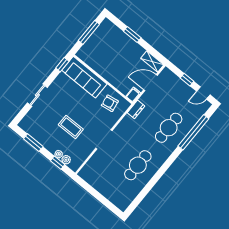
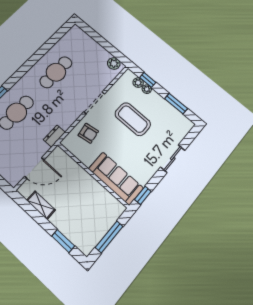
window: (132, 35) -> (63, 241), moved
shelving: (152, 62) -> (41, 205), moved
filing cabinet: (133, 95) -> (57, 154), removed
armchair: (110, 103) -> (88, 133), moved
coffee table: (71, 127) -> (133, 119), width x1.36, depth x1.32
plant: (88, 176) -> (114, 63), added

